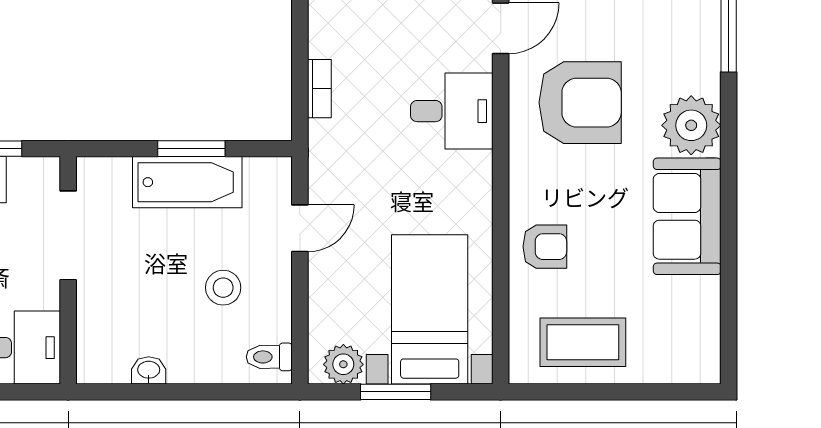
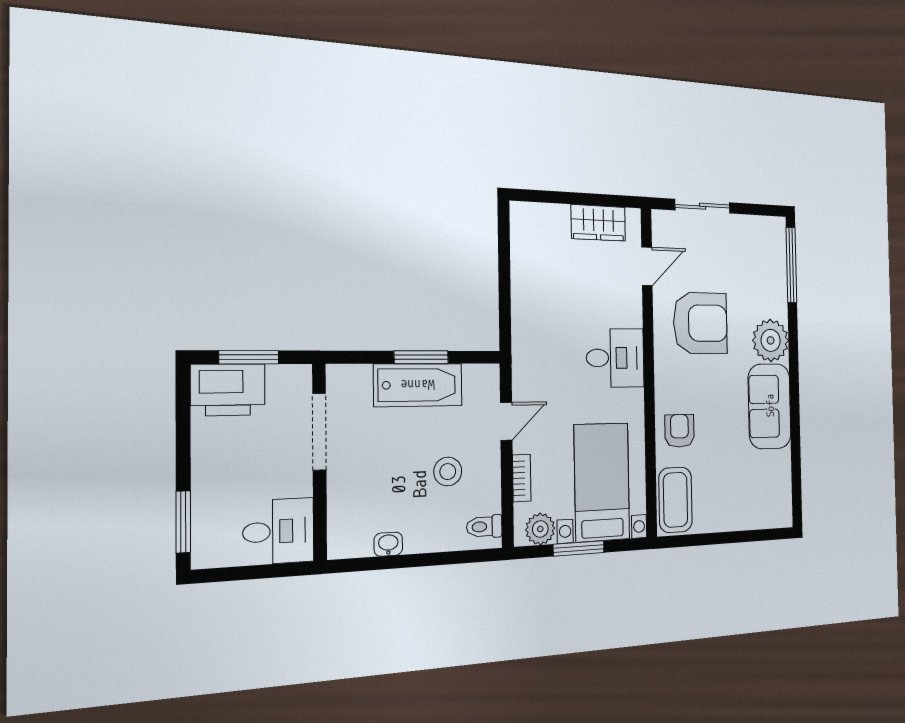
bookcase: (319, 89) -> (522, 478), moved
desk: (452, 111) -> (615, 358), moved
armchair: (545, 247) -> (679, 431), turned -90
coffee table: (583, 342) -> (675, 500), moved, turned 90

